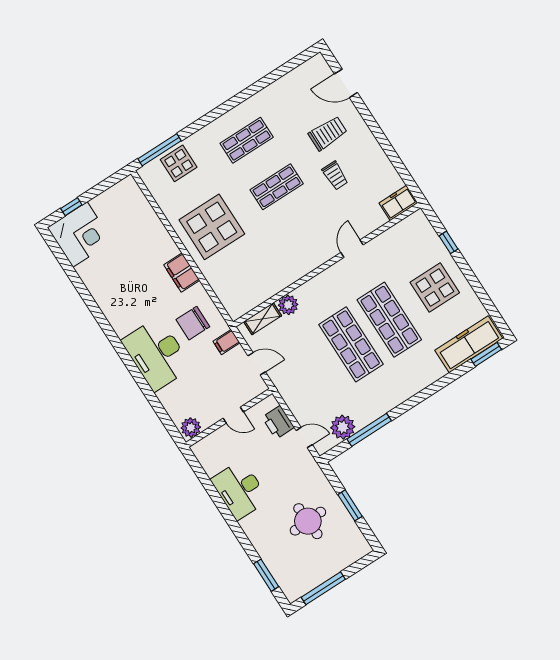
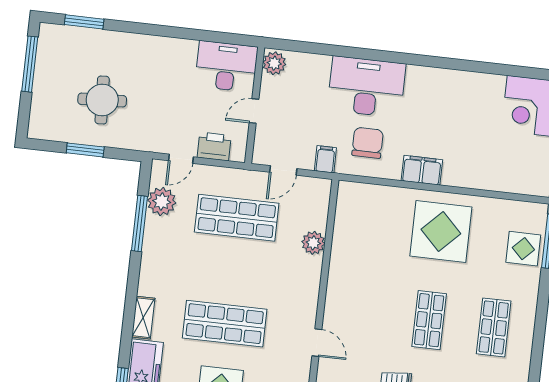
shelving: (263, 319) -> (143, 318), moved
shop shelf: (351, 344) -> (237, 218), moved
desk: (240, 490) -> (226, 66), moved

